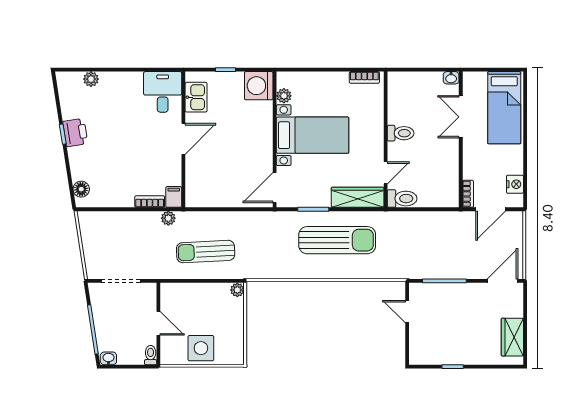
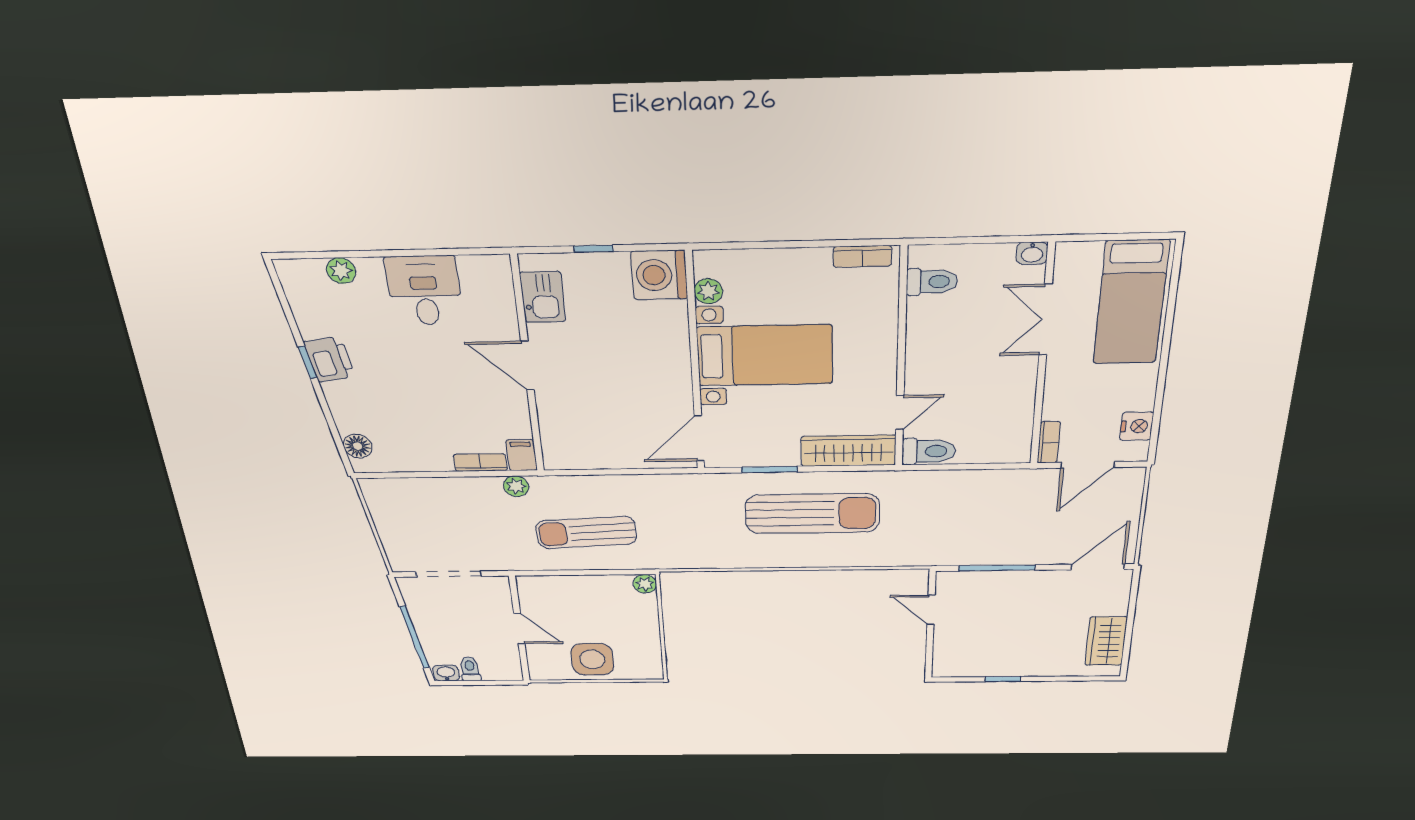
desk: (163, 92) -> (424, 291), moved
toilet: (401, 133) -> (932, 282), moved
door: (183, 139) -> (527, 366), swing flipped
toilet: (151, 355) -> (470, 669), moved

